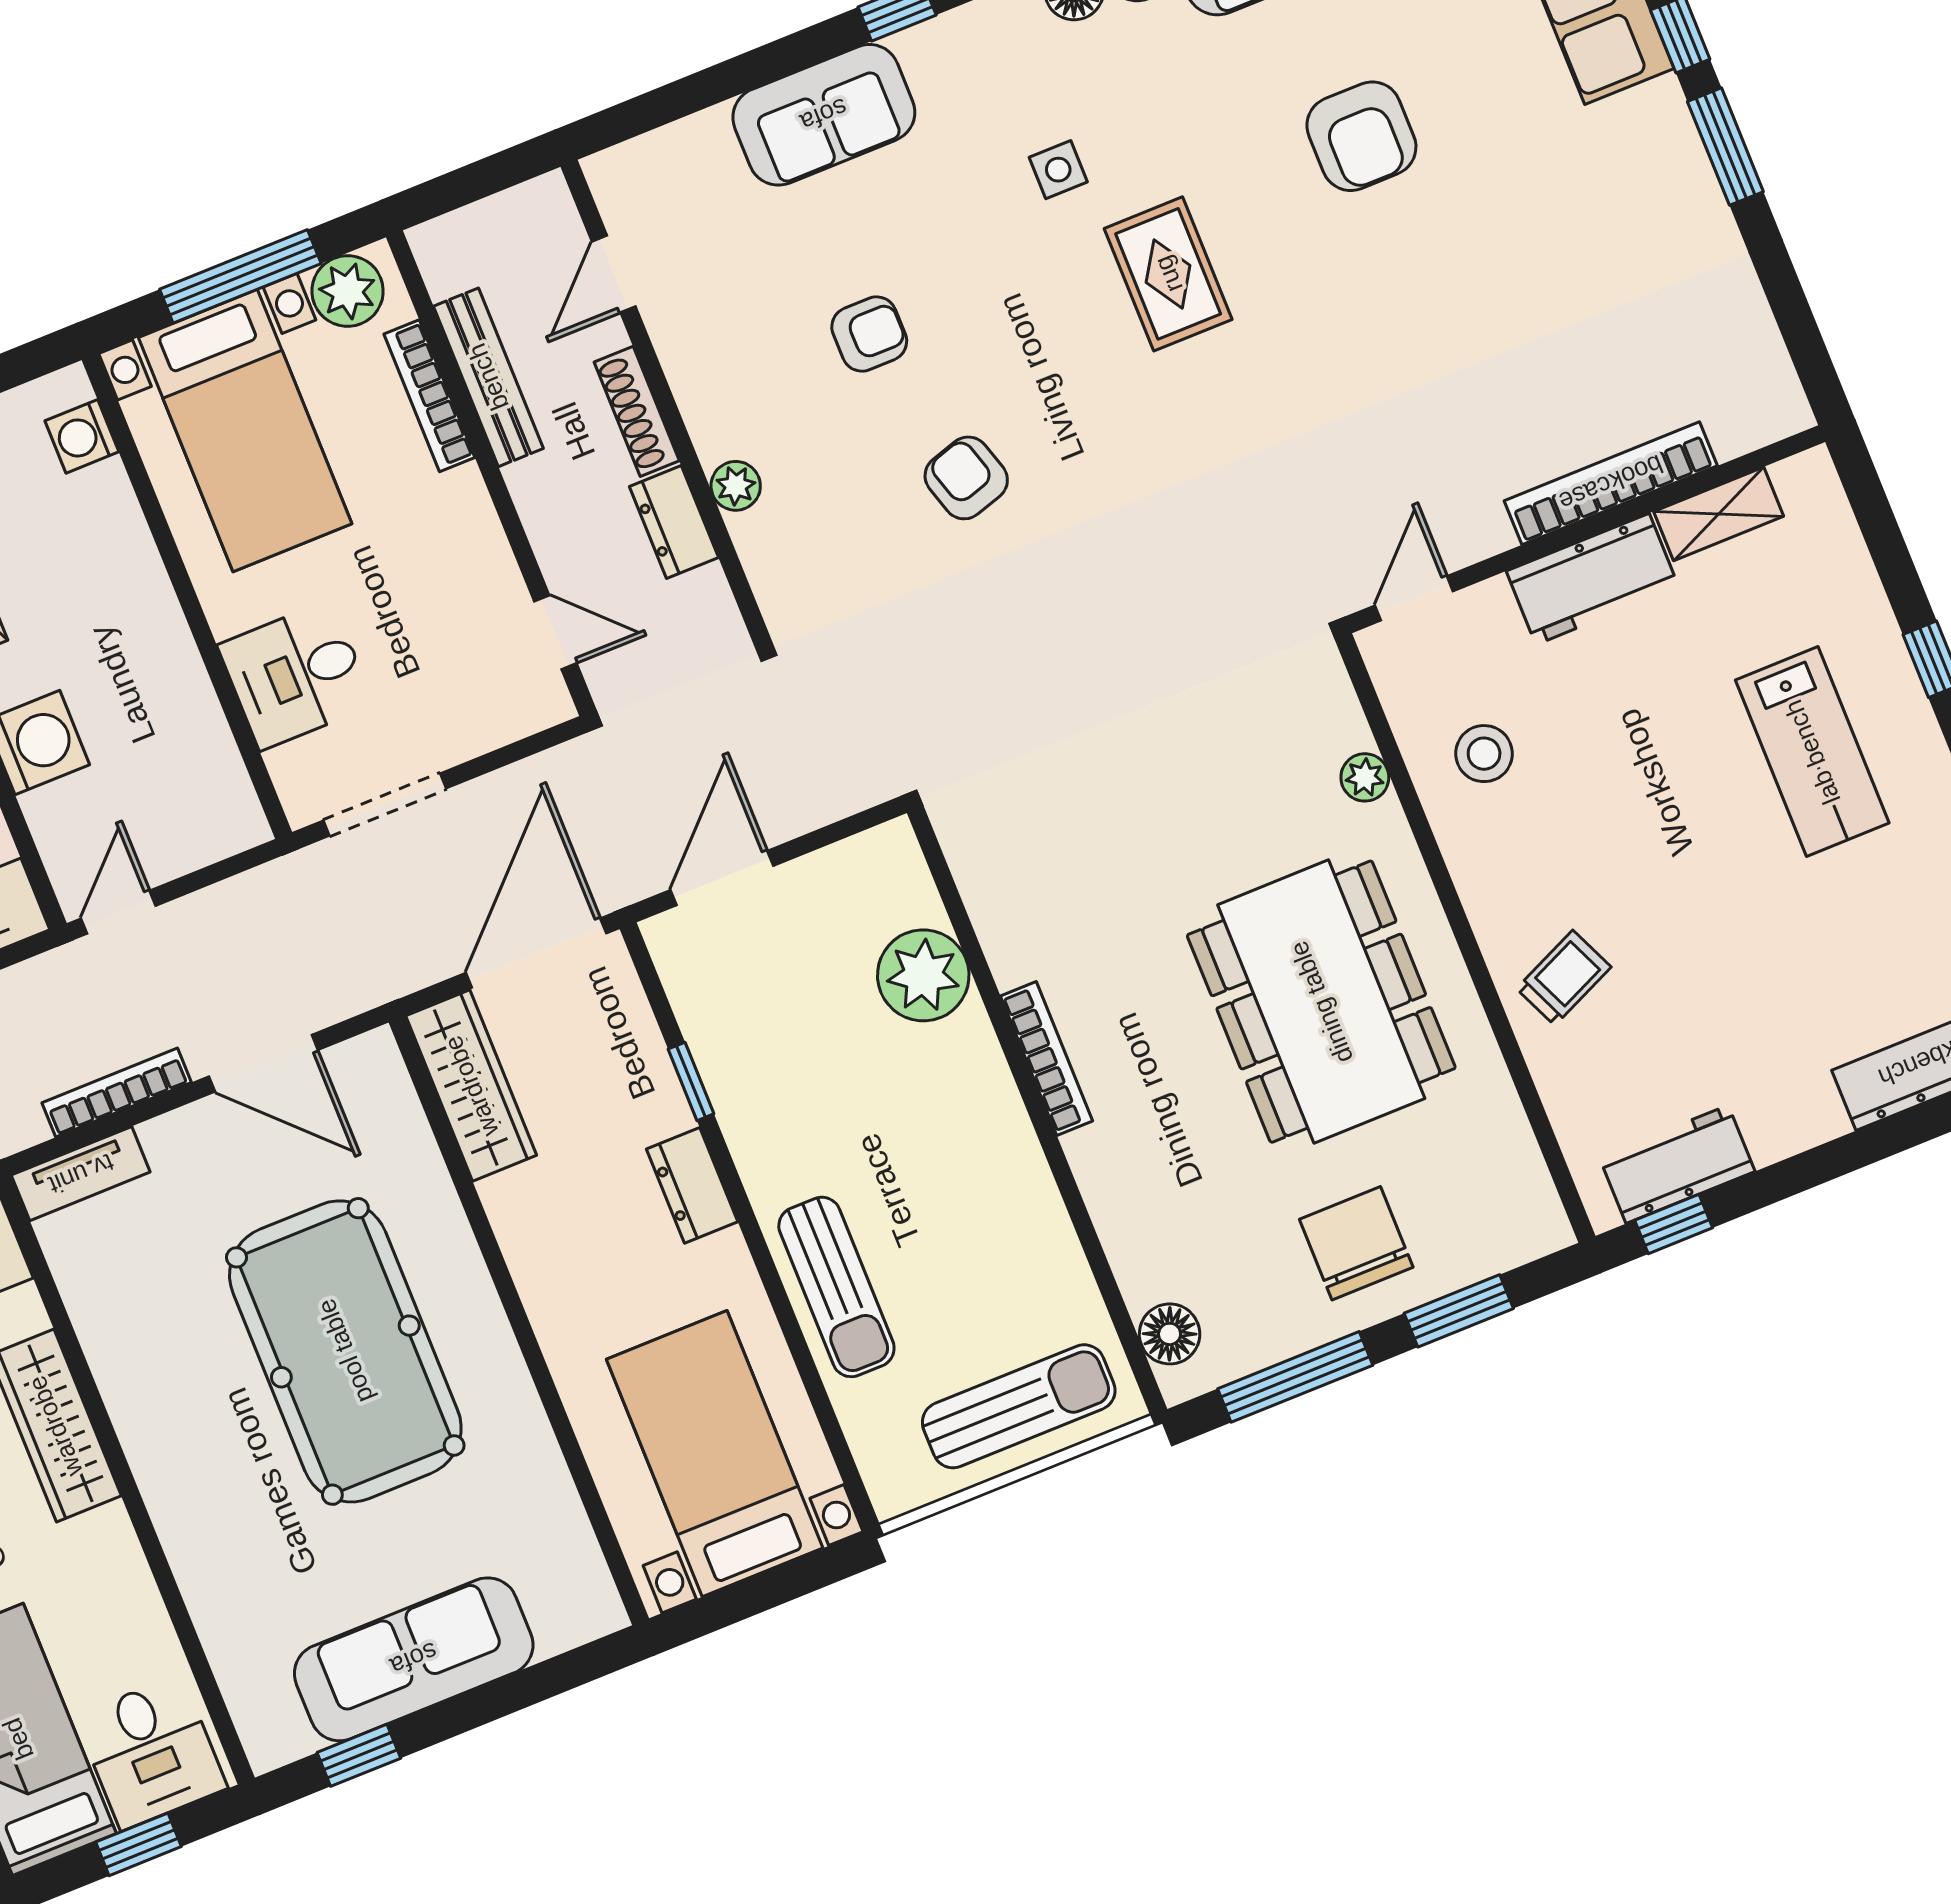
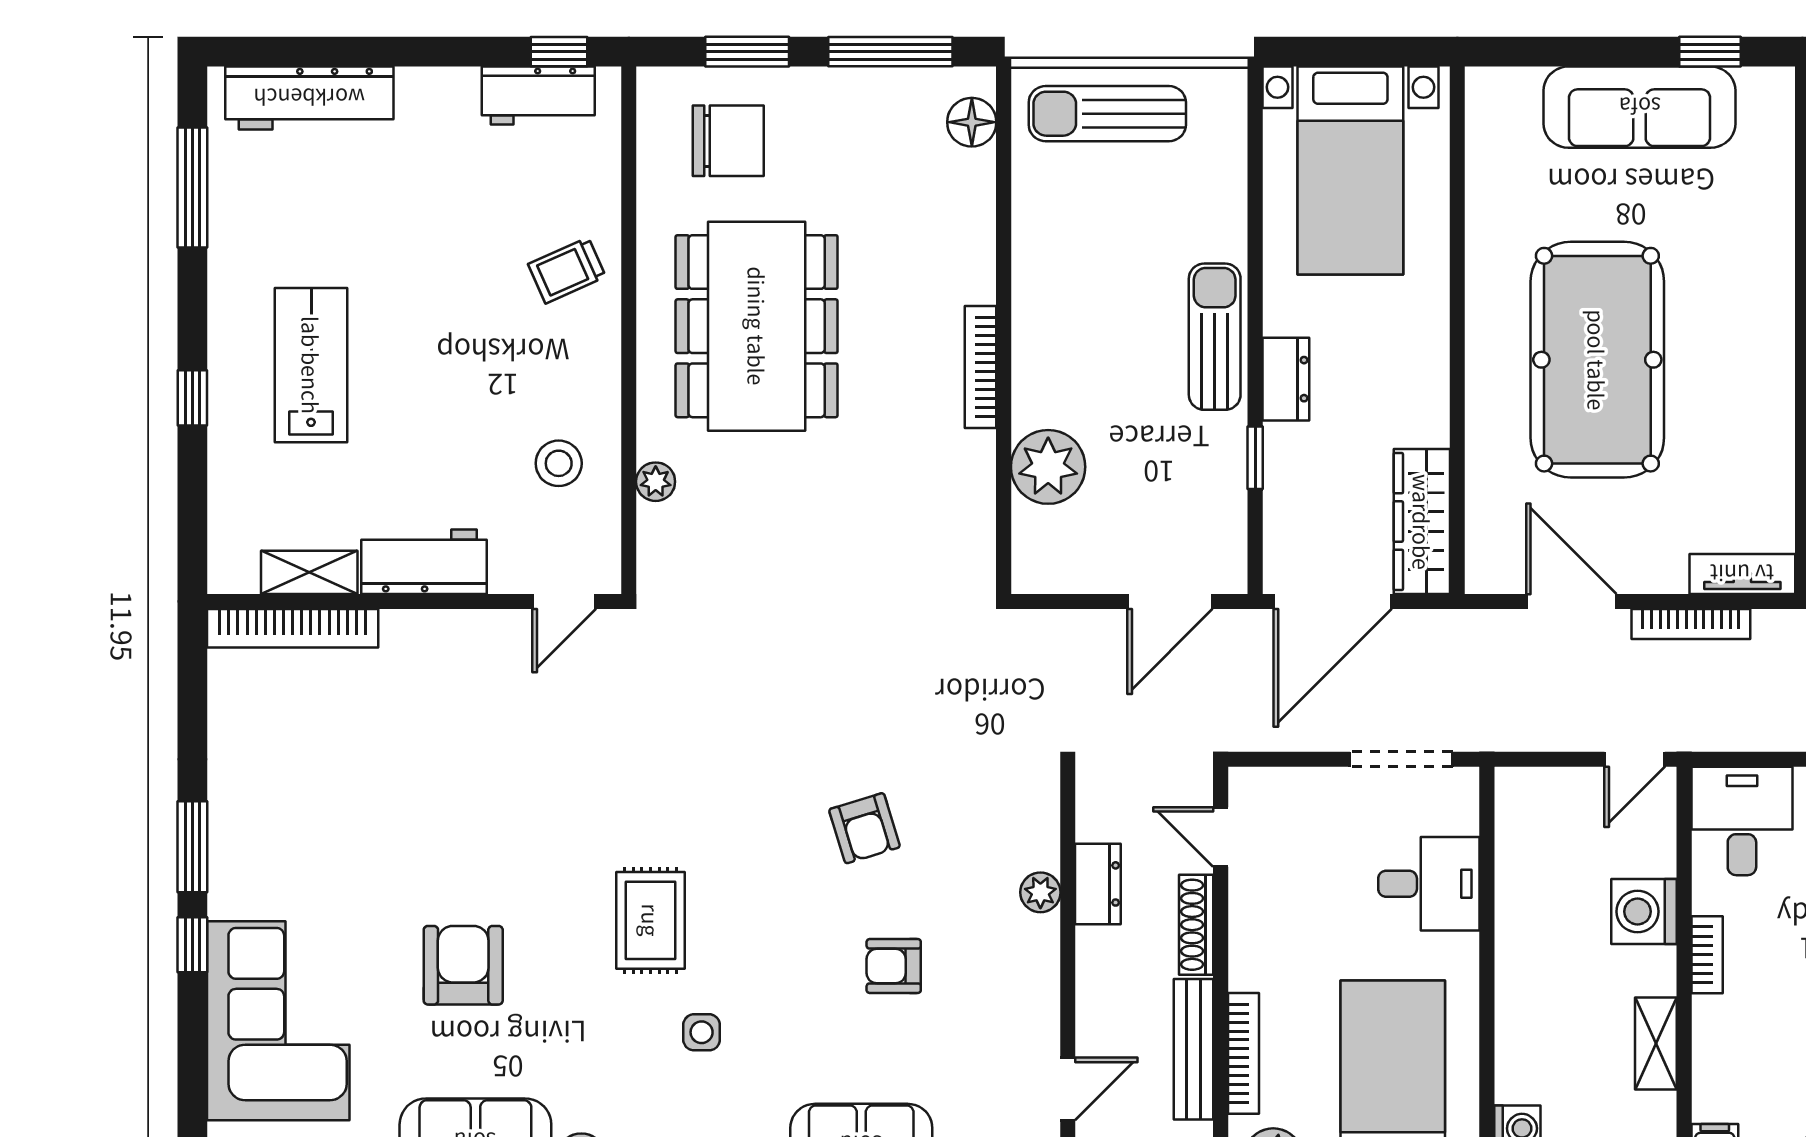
shoe rack: (637, 411) -> (1196, 925), moved, turned 180
bookcase: (1611, 483) -> (293, 628), moved
chair: (1356, 1243) -> (728, 141), moved, turned -90
sun lounger: (836, 1287) -> (1215, 337), moved

